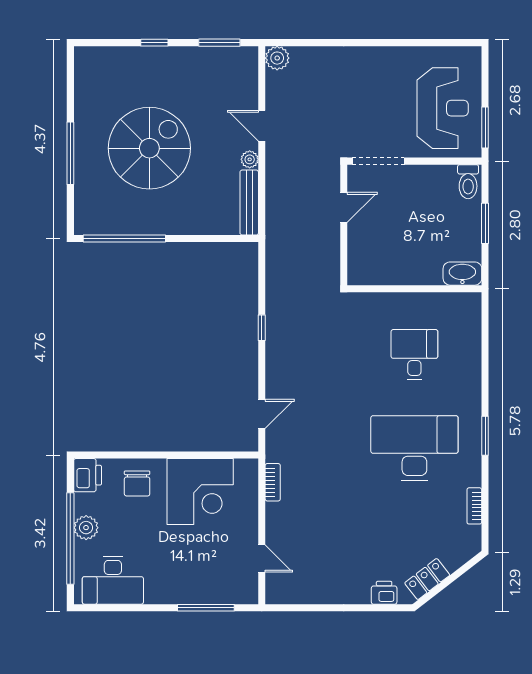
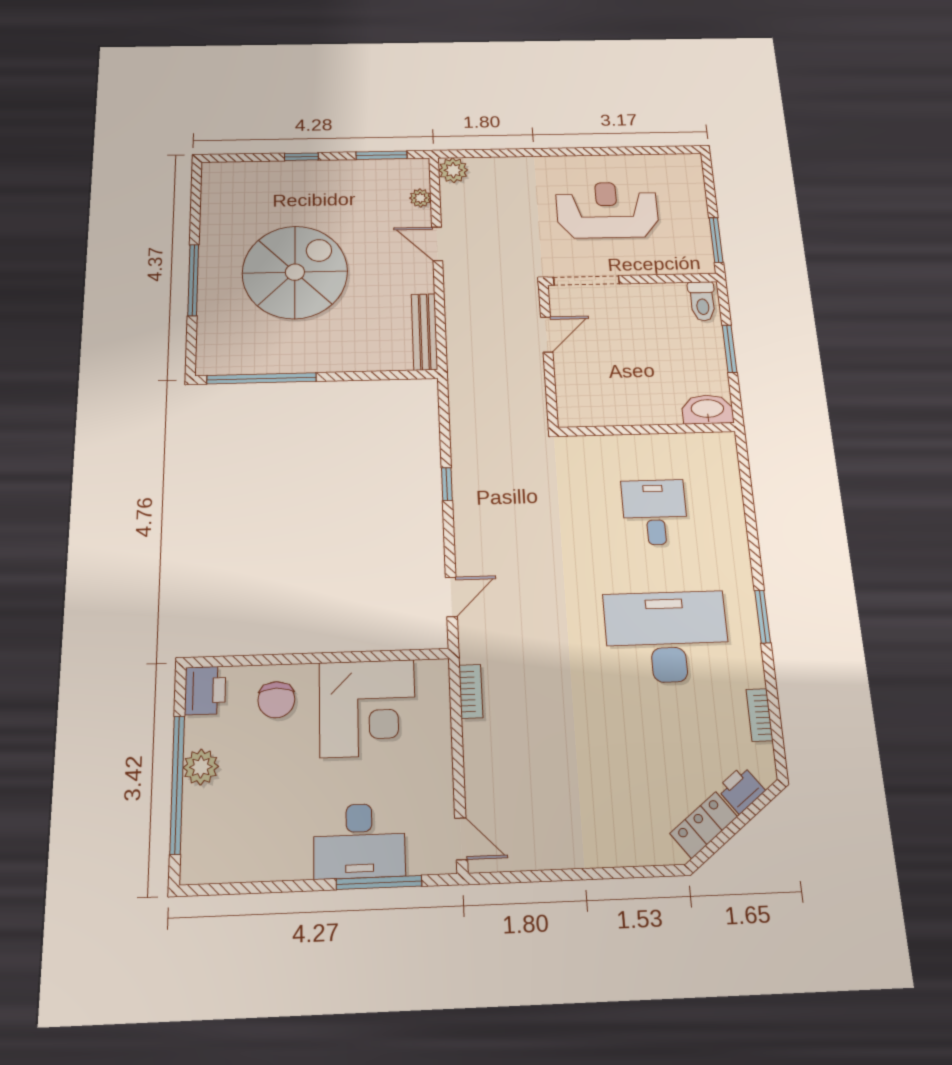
reception desk: (443, 108) -> (607, 210), moved, turned -90
plant: (250, 159) -> (420, 198), moved
door: (262, 558) -> (461, 839), moved
desk: (113, 580) -> (359, 841), moved
printer: (384, 593) -> (741, 790), moved, turned -38

